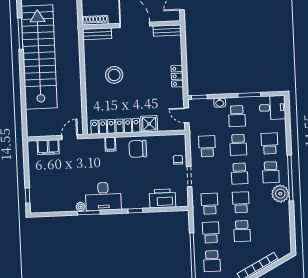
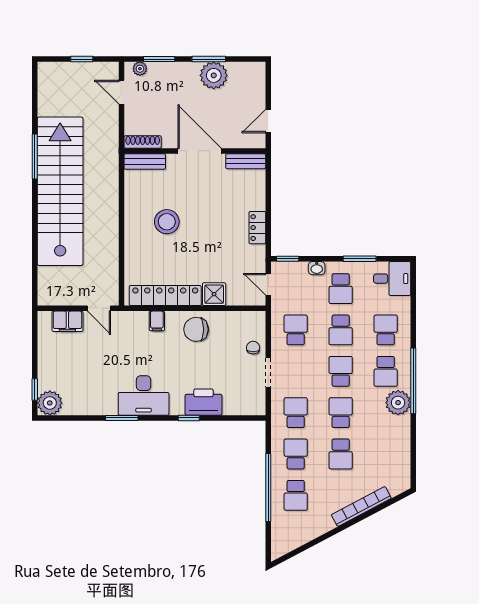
door: (70, 137) -> (99, 308), swing flipped
school desk: (240, 174) -> (341, 371), turned 180
printer: (162, 198) -> (204, 402), moved
plant: (81, 207) -> (50, 403), moved, width x1.87, depth x1.87

